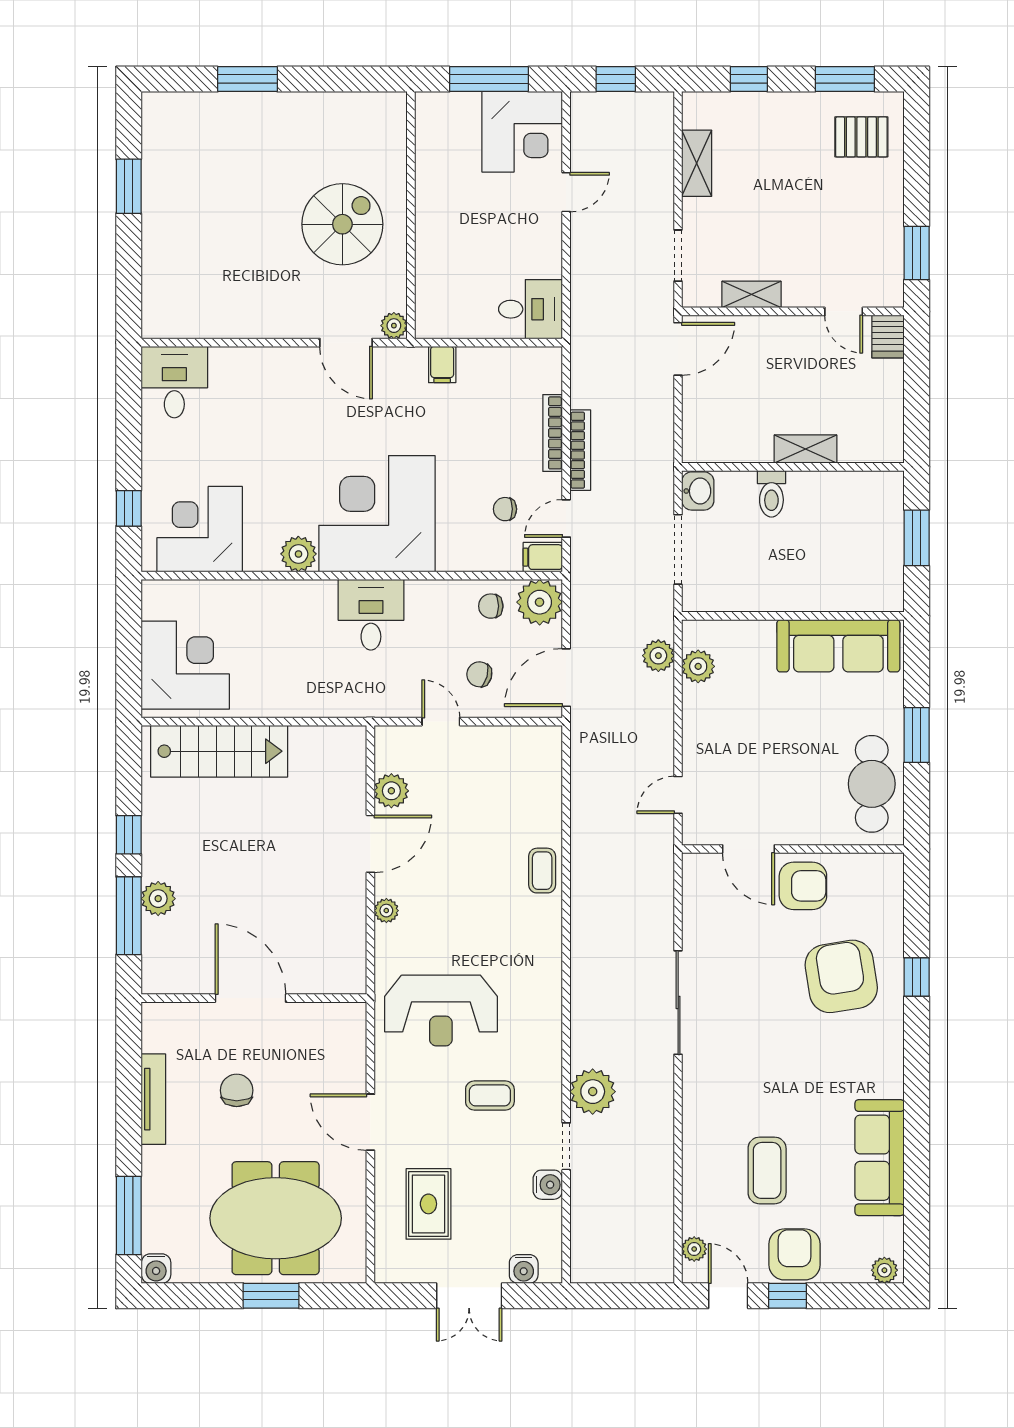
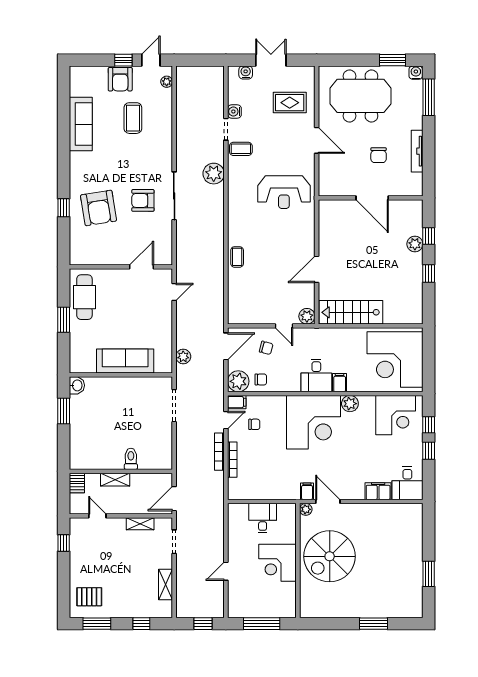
corner desk: (522, 132) -> (278, 563), moved, turned -90
spiral stairs: (342, 224) -> (330, 556), width x1.37, depth x1.37
window: (917, 253) -> (64, 543), width x0.67
desk: (530, 309) -> (263, 518), moved, turned 90
server rack: (888, 337) -> (77, 483), moved, turned 180
filing cabinet: (442, 364) -> (307, 491), moved
filing cabinet: (238, 365) -> (378, 491), added
shelving: (806, 449) -> (115, 480), moved
window: (129, 452) -> (429, 451), added
wall: (793, 467) -> (121, 471), moved
washbasin: (698, 491) -> (77, 385), moved, turned 180
toilet: (771, 494) -> (131, 459), moved
filing cabinet: (321, 599) -> (340, 383), added
sofa: (838, 646) -> (125, 361), moved
corner desk: (185, 665) -> (395, 359), width x1.36, depth x1.36
plant: (698, 666) -> (165, 352), removed
stairs: (219, 751) -> (351, 312), moved
plant: (391, 791) -> (307, 316), moved
door: (748, 849) -> (141, 267), hinge flipped
armchair: (803, 886) -> (143, 200), moved
plant: (386, 911) -> (309, 238), removed
window: (129, 916) -> (429, 236), width x0.46
reception desk: (441, 1010) -> (284, 192), turned 180
plant: (593, 1092) -> (214, 174), moved
coffee table: (490, 1095) -> (241, 149), moved
rug: (428, 1204) -> (290, 103), turned 90
plant: (884, 1270) -> (79, 72), removed
window: (271, 1296) -> (392, 60), moved
door: (728, 1296) -> (151, 60), swing flipped

